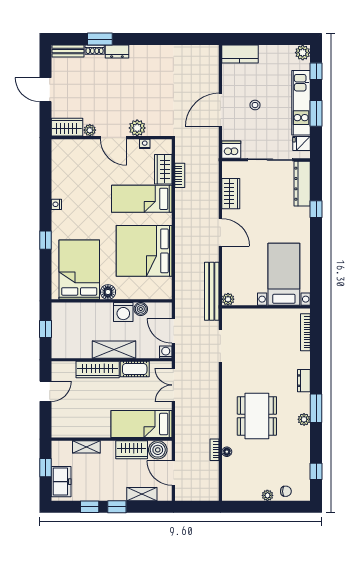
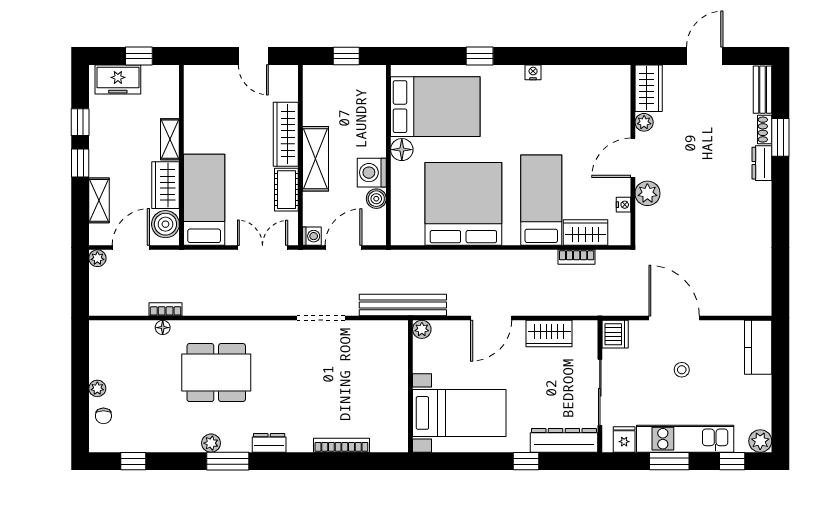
bed with nightstands: (284, 274) -> (459, 413), moved
plant: (228, 299) -> (422, 329), moved
wall: (266, 307) -> (410, 386), moved
shelving: (86, 447) -> (170, 139), moved
plant: (181, 495) -> (97, 258), added

